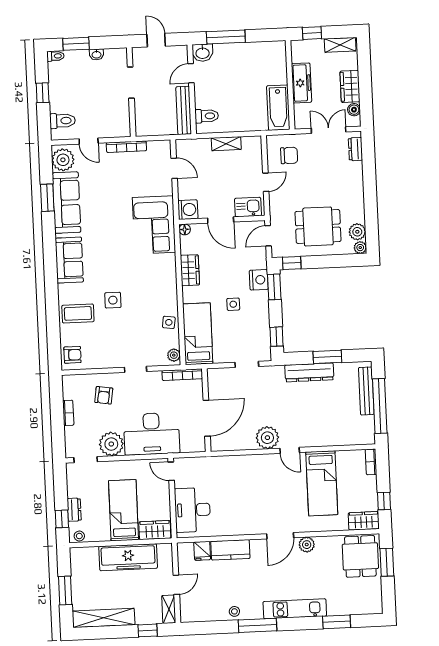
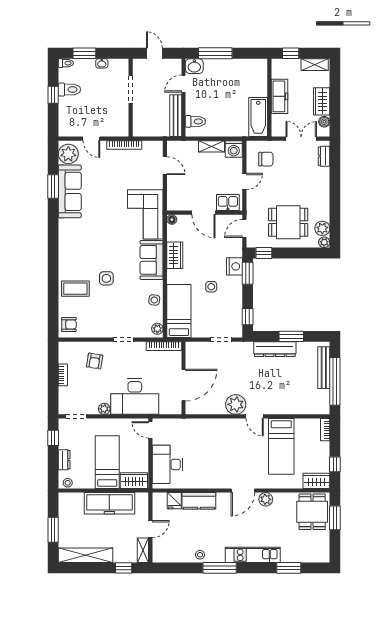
toilet: (62, 121) -> (69, 90), moved
washing machine: (188, 210) -> (234, 149), moved, turned 90
sofa: (69, 260) -> (152, 260), moved, turned 180
plant: (111, 444) -> (104, 409), width x0.53, depth x0.53
window: (62, 519) -> (53, 438), moved

